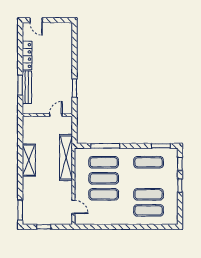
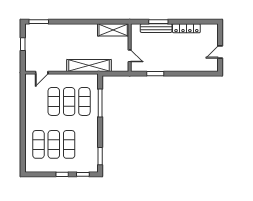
door: (36, 20) -> (220, 52), moved
shelving: (29, 160) -> (113, 30), moved
exercise mat: (149, 162) -> (69, 144), moved

